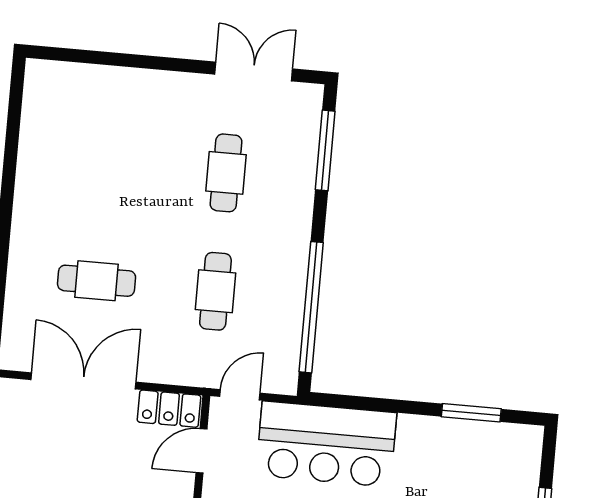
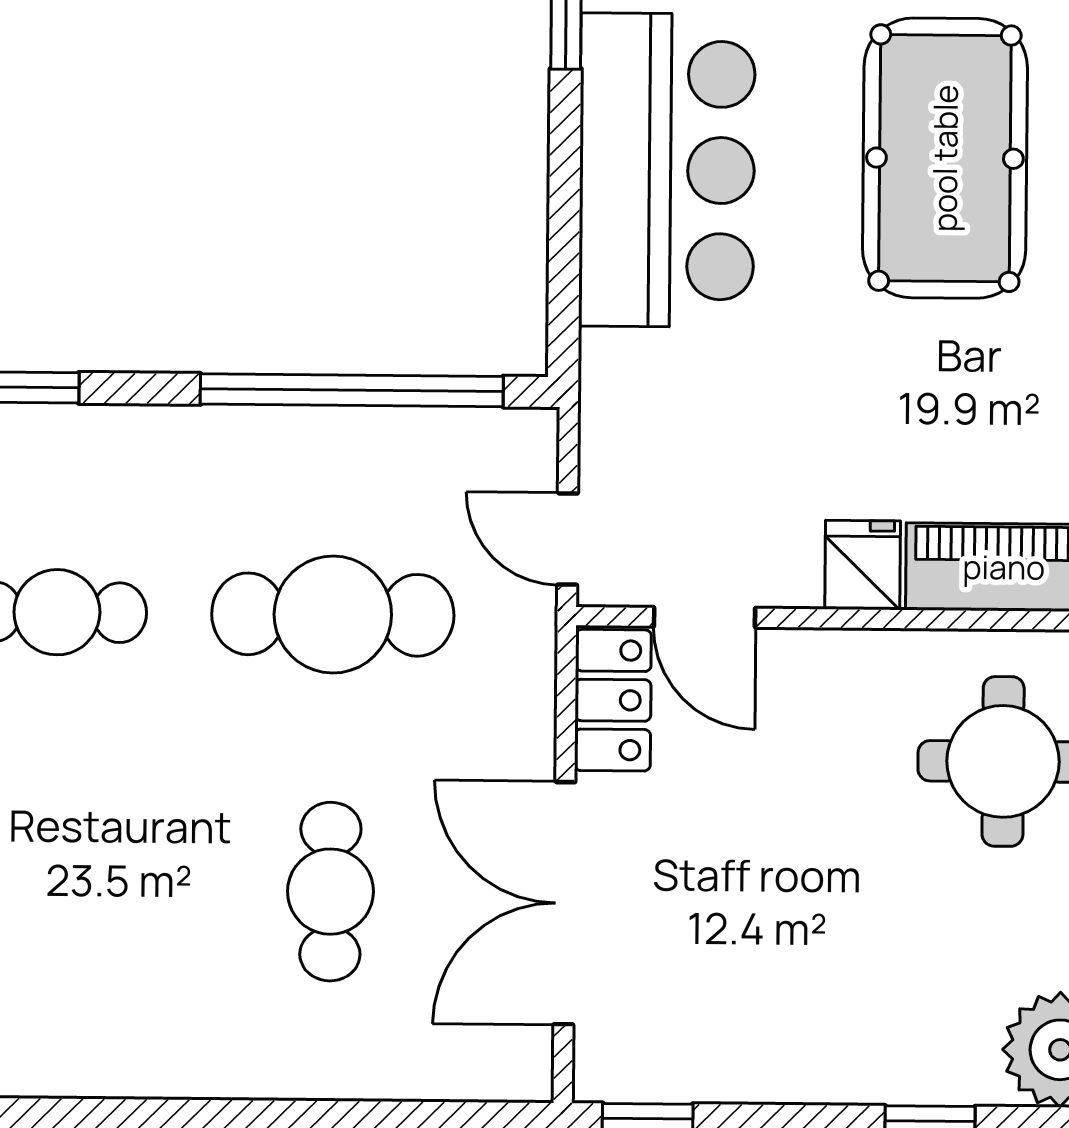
cafe table: (215, 291) -> (333, 615), width x1.37, depth x1.35
bar counter: (326, 444) -> (667, 170), moved

